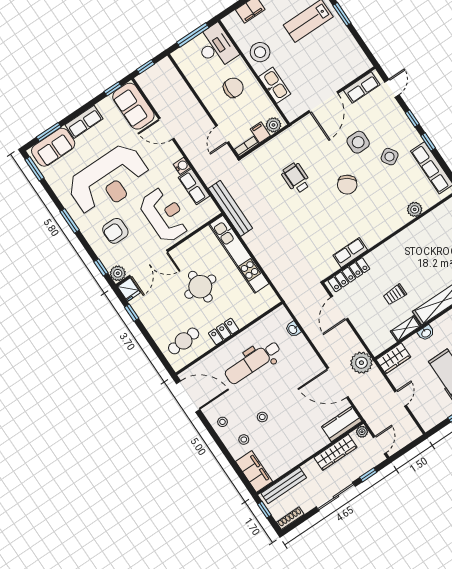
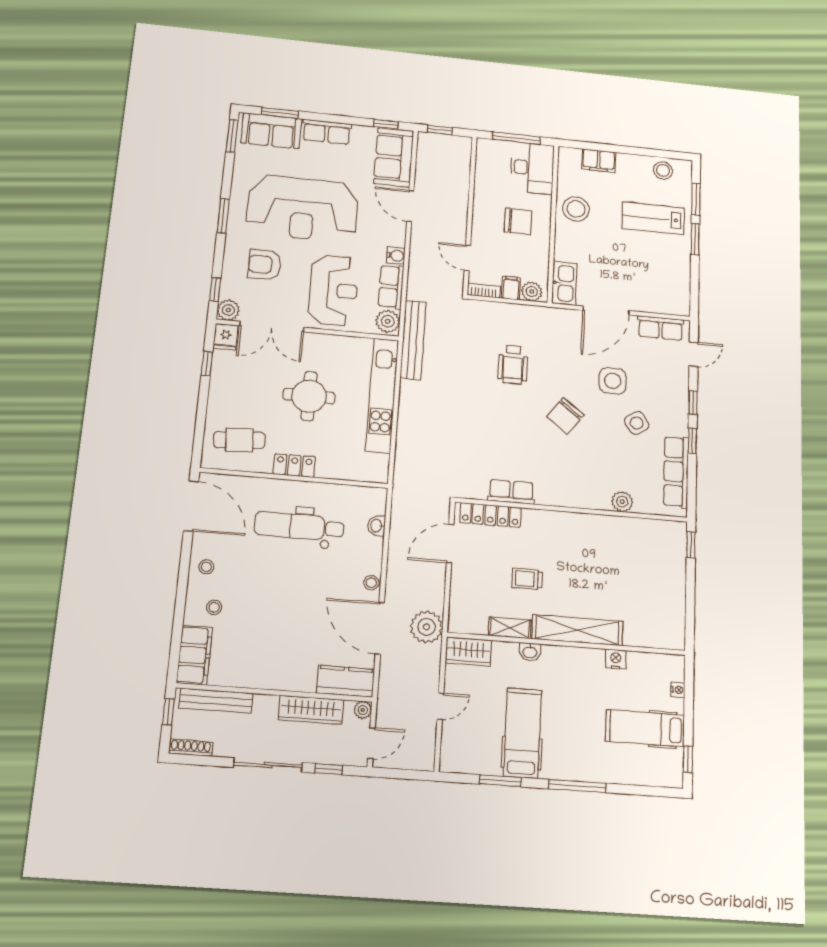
kitchen sink: (275, 85) -> (564, 283), moved
door: (222, 134) -> (467, 258), hinge flipped
wheelchair: (296, 178) -> (513, 365), turned 180
plant: (208, 209) -> (388, 321), added
stool: (262, 417) -> (371, 583), moved

